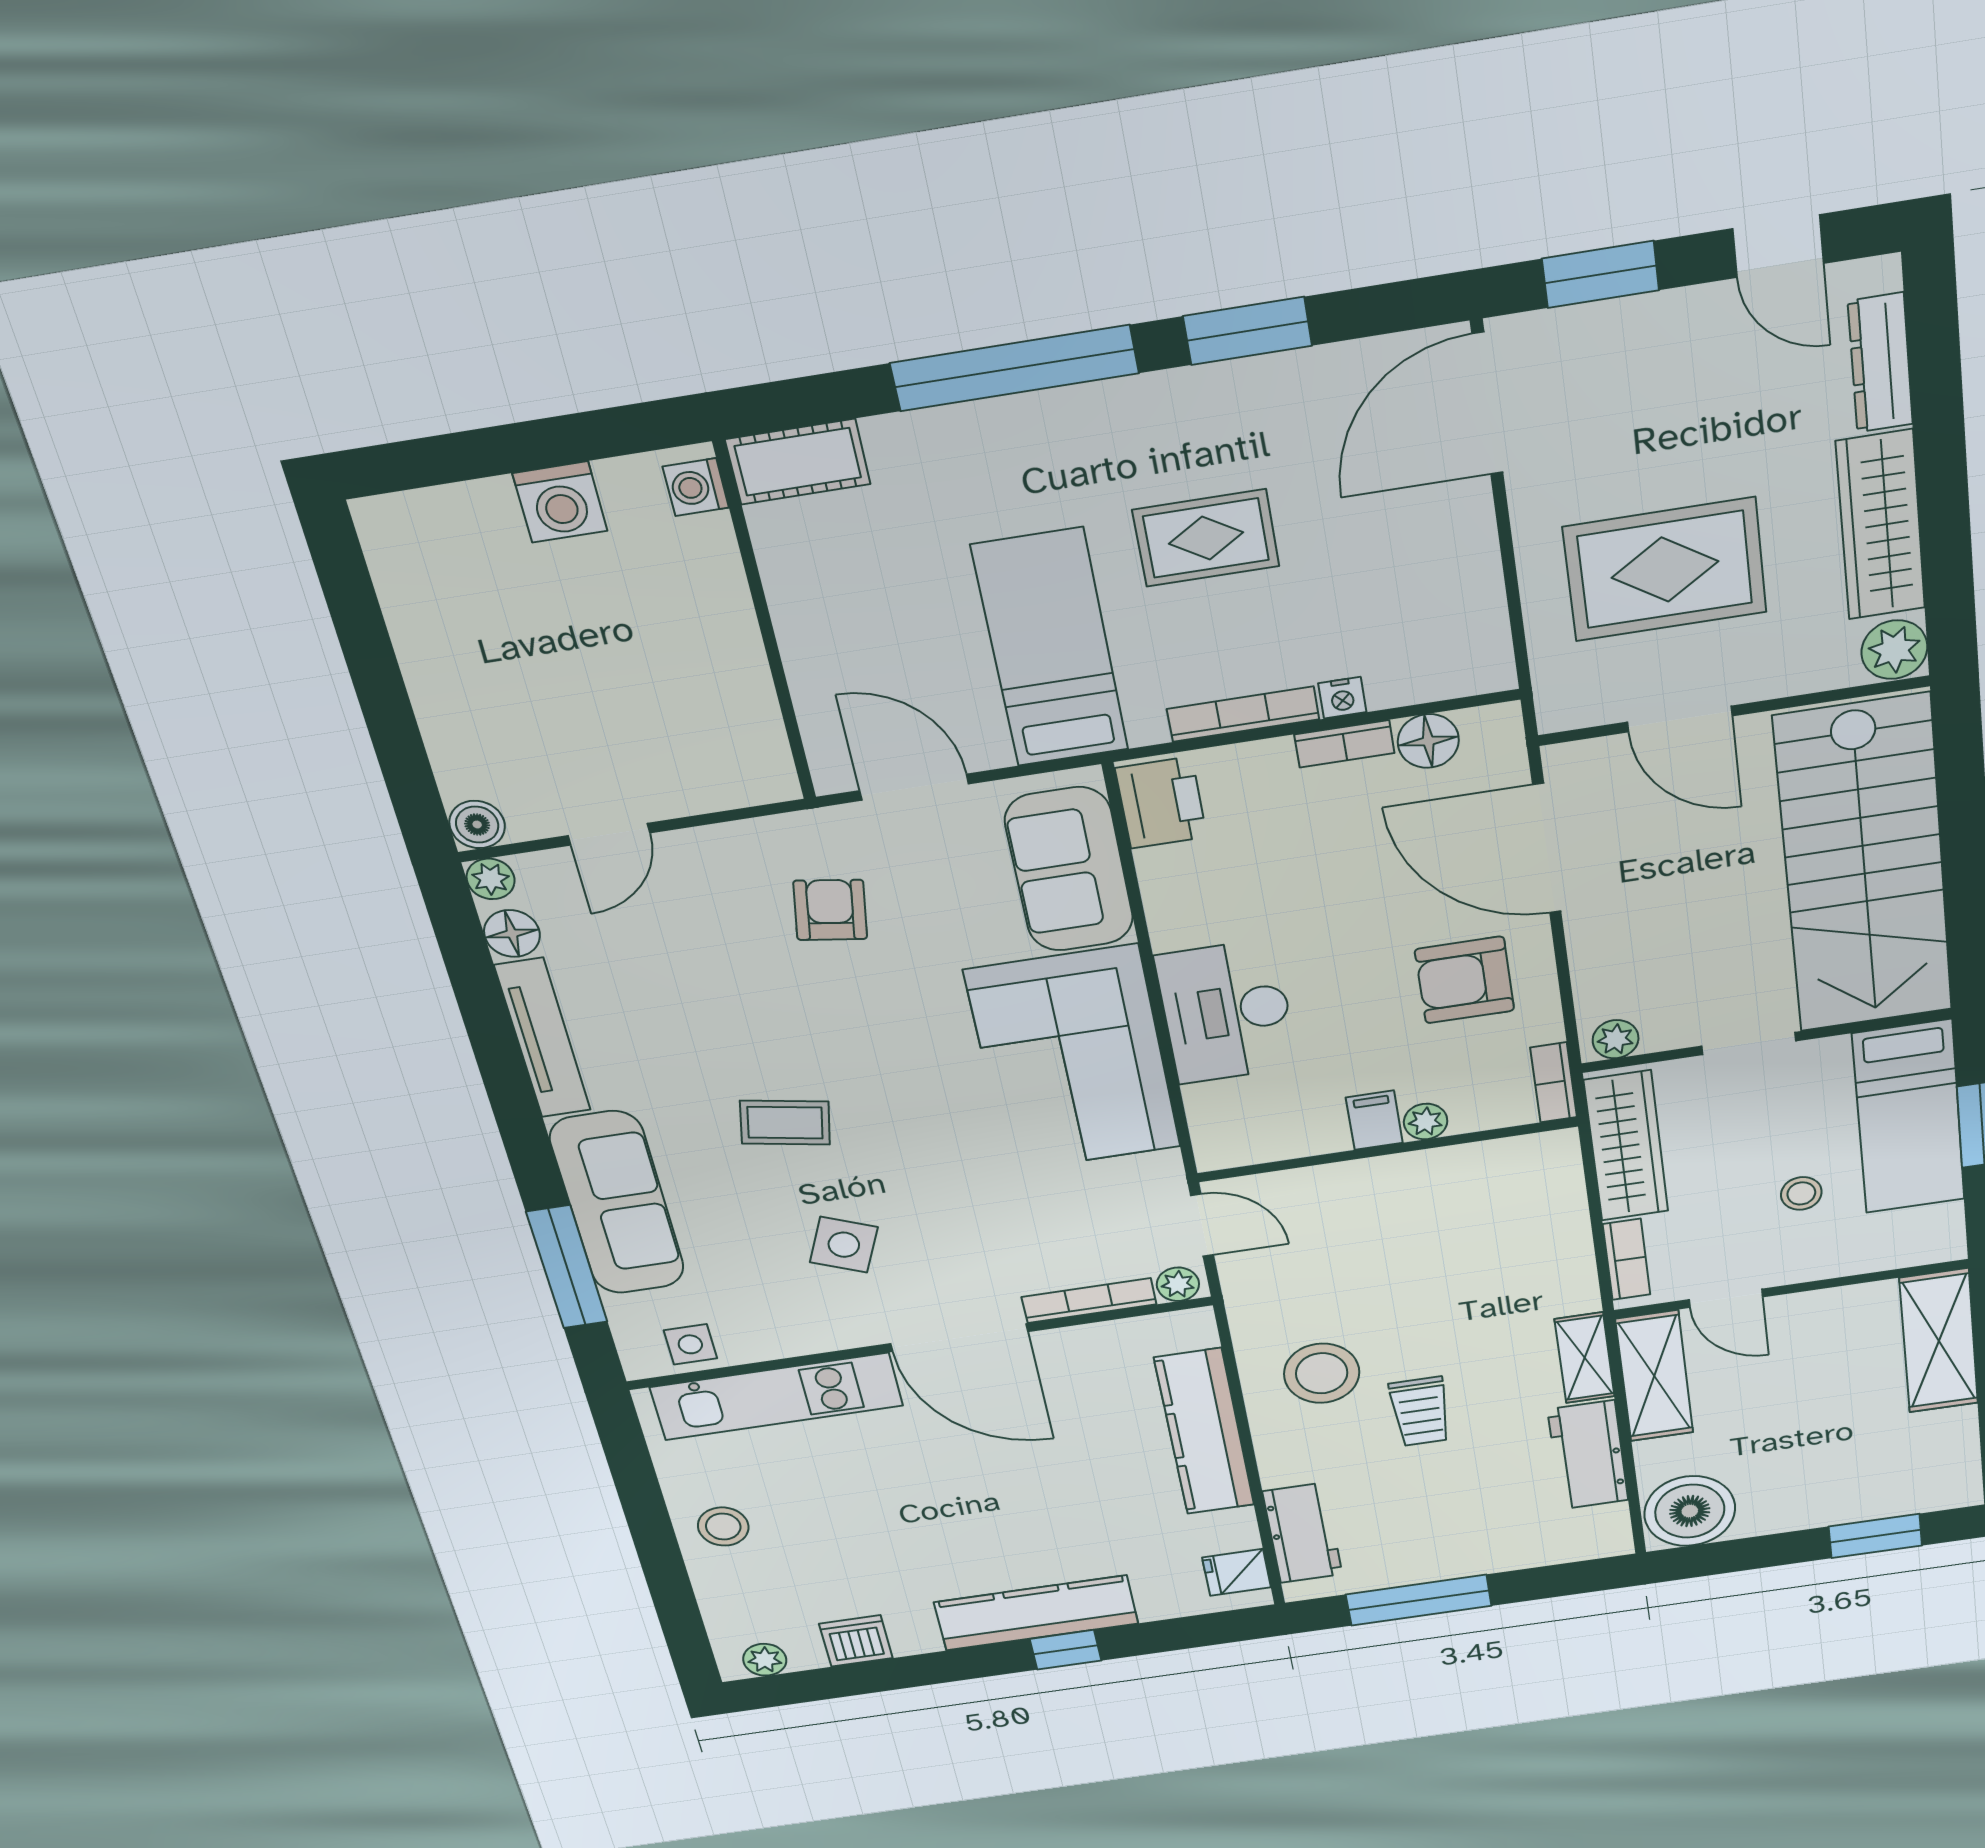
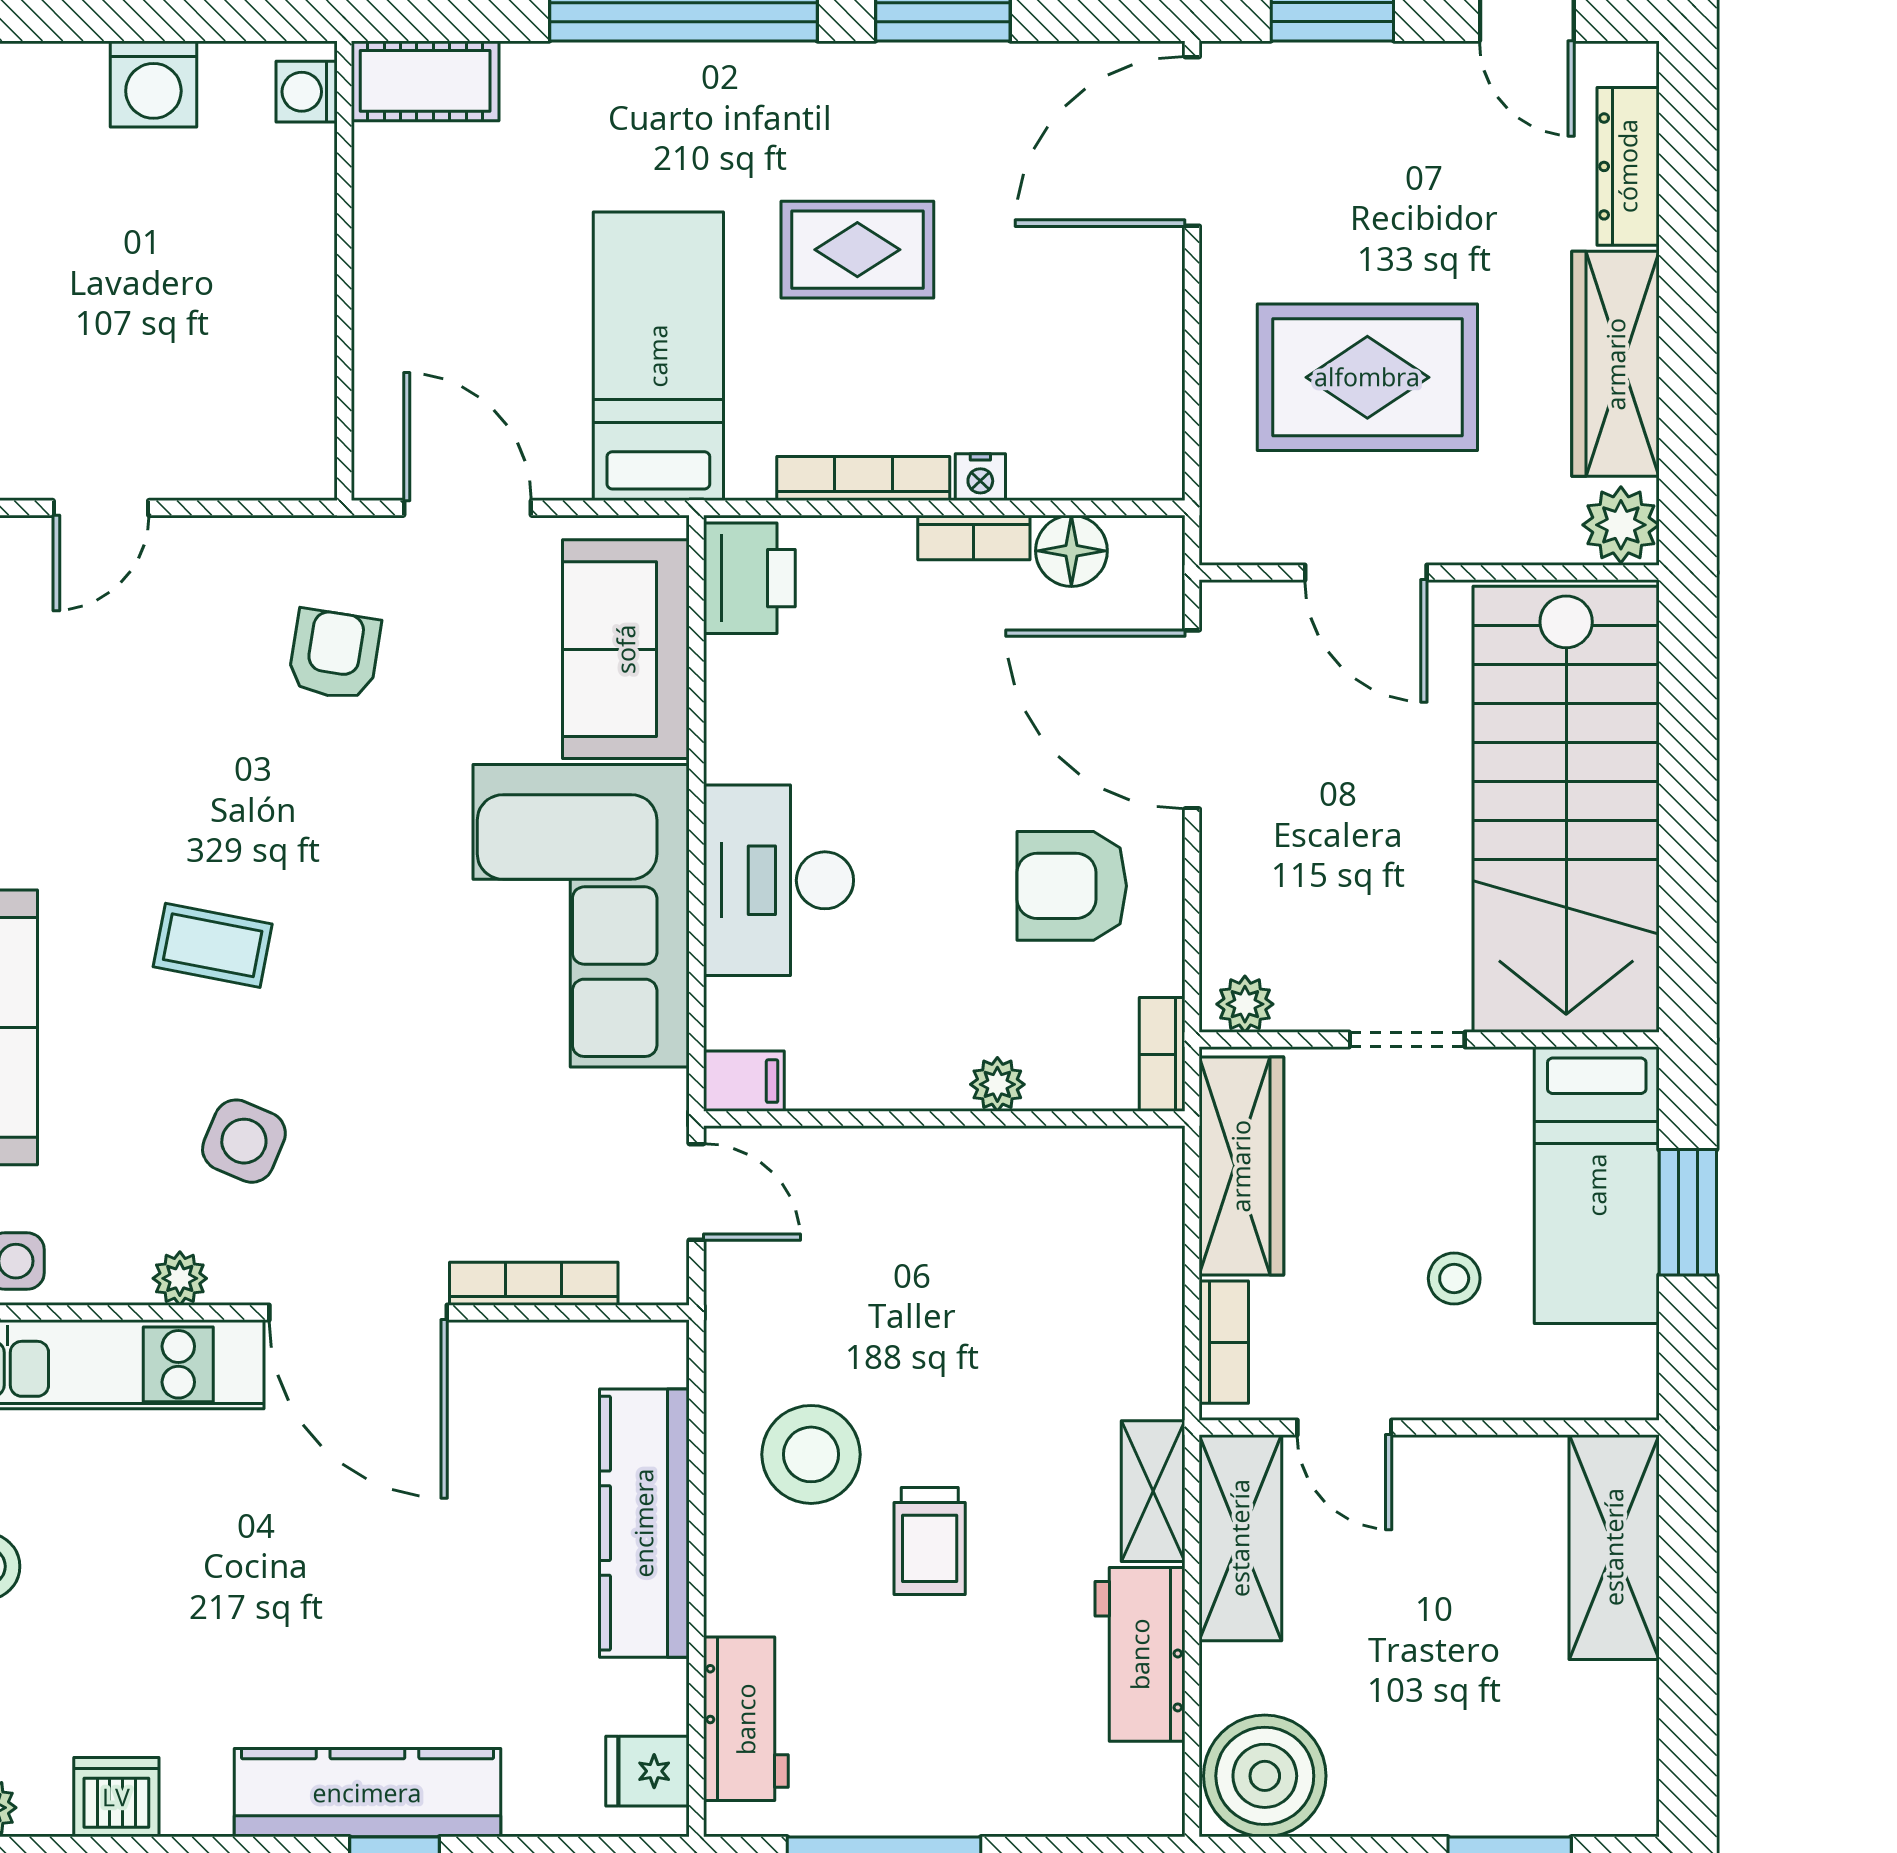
filing cabinet: (1374, 1120) -> (744, 1081), moved, turned 90
plant: (1178, 1284) -> (180, 1278), moved

